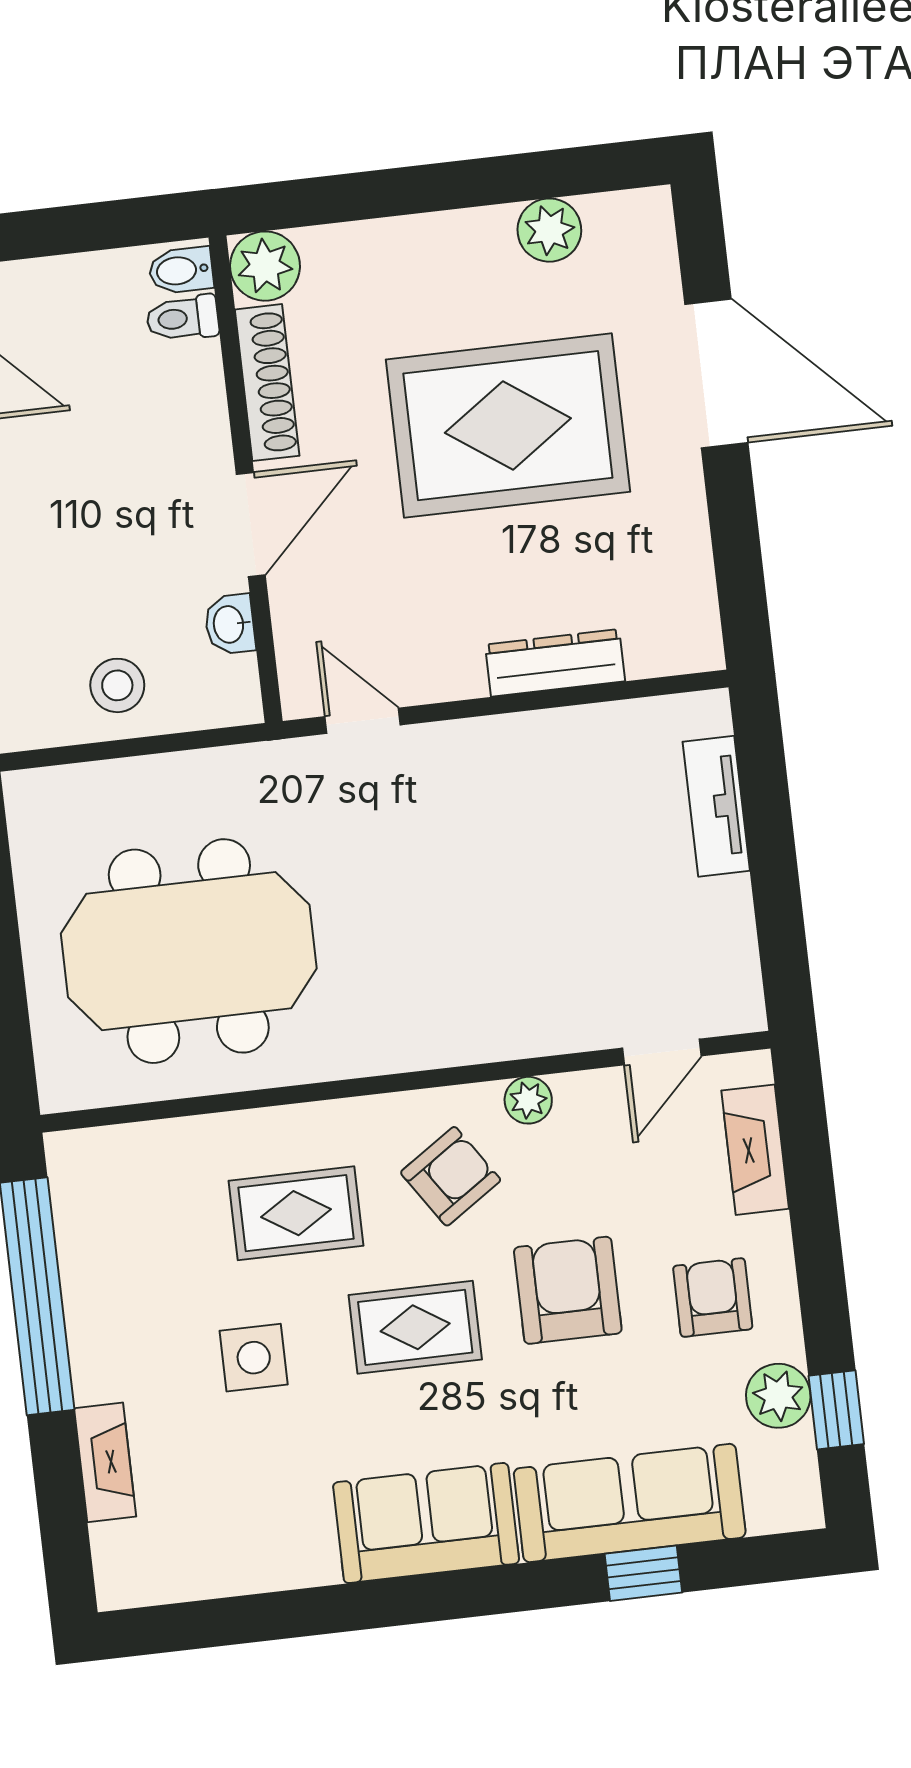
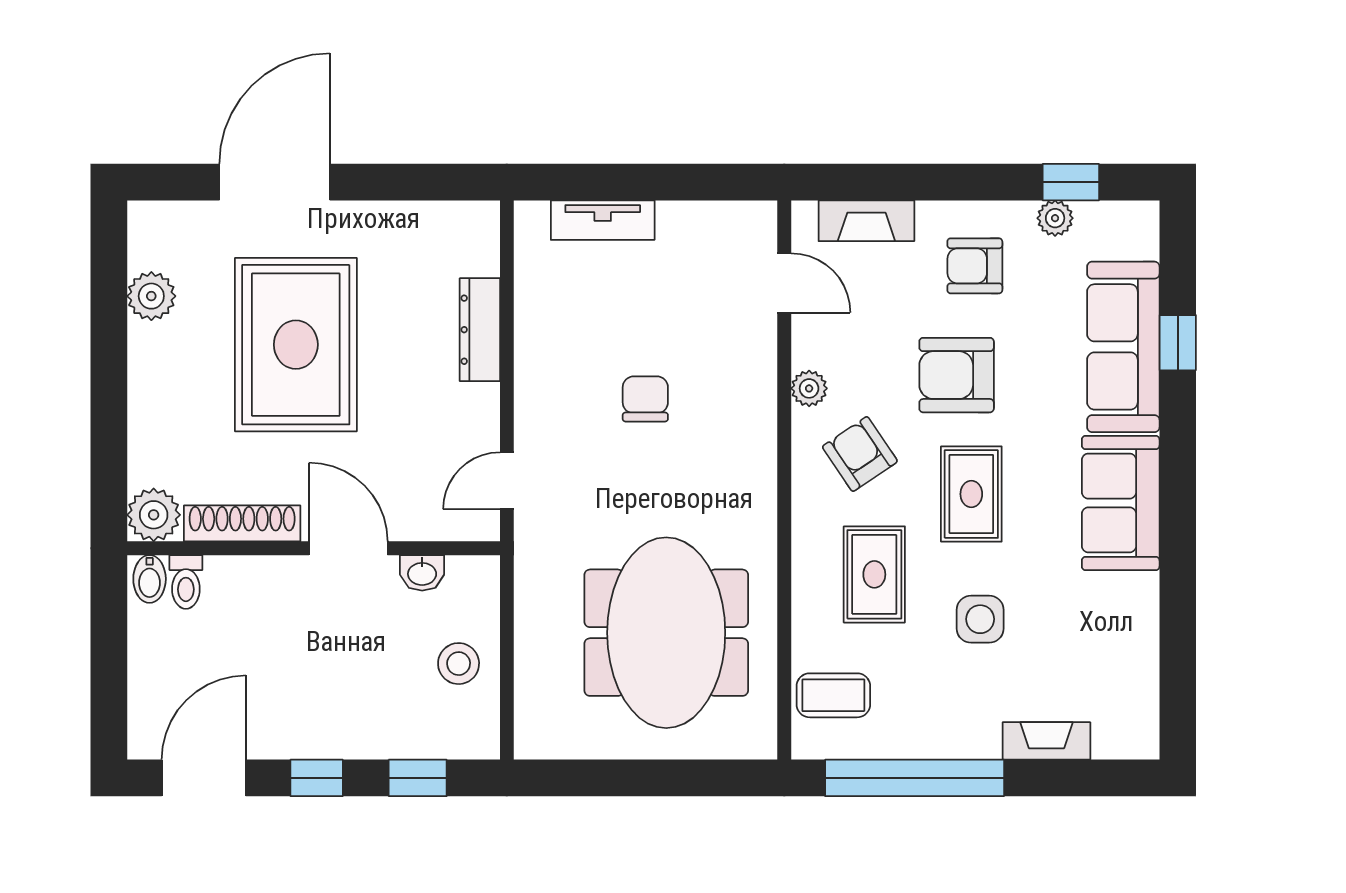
chair: (490, 889) -> (645, 399), added
coffee table: (132, 1178) -> (833, 695), added
plant: (778, 1396) -> (1055, 218), width x0.73, depth x0.73

